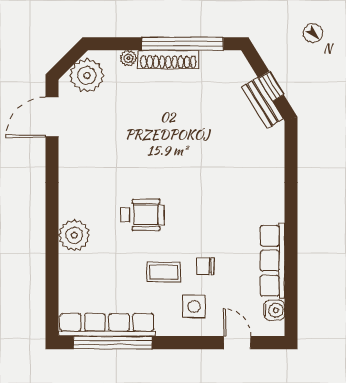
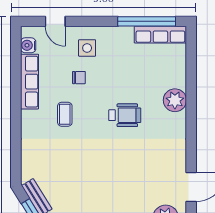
wheelchair: (143, 215) -> (125, 115), turned 180
coffee table: (164, 272) -> (65, 114), moved, turned 90
row of seats: (107, 325) -> (160, 35), width x0.73

